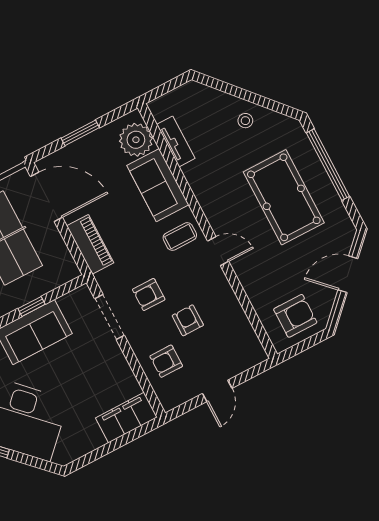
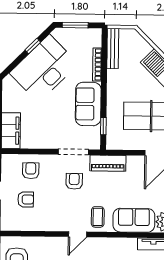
piano: (90, 244) -> (108, 163), moved
window: (32, 306) -> (103, 126), moved
armchair: (188, 320) -> (26, 199), moved

